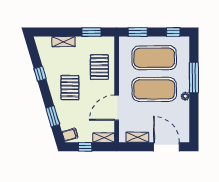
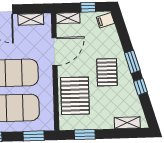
shelving: (64, 42) -> (127, 123), moved
pallet: (99, 67) -> (75, 96), width x1.37, depth x1.41
window: (53, 116) -> (132, 62), moved

